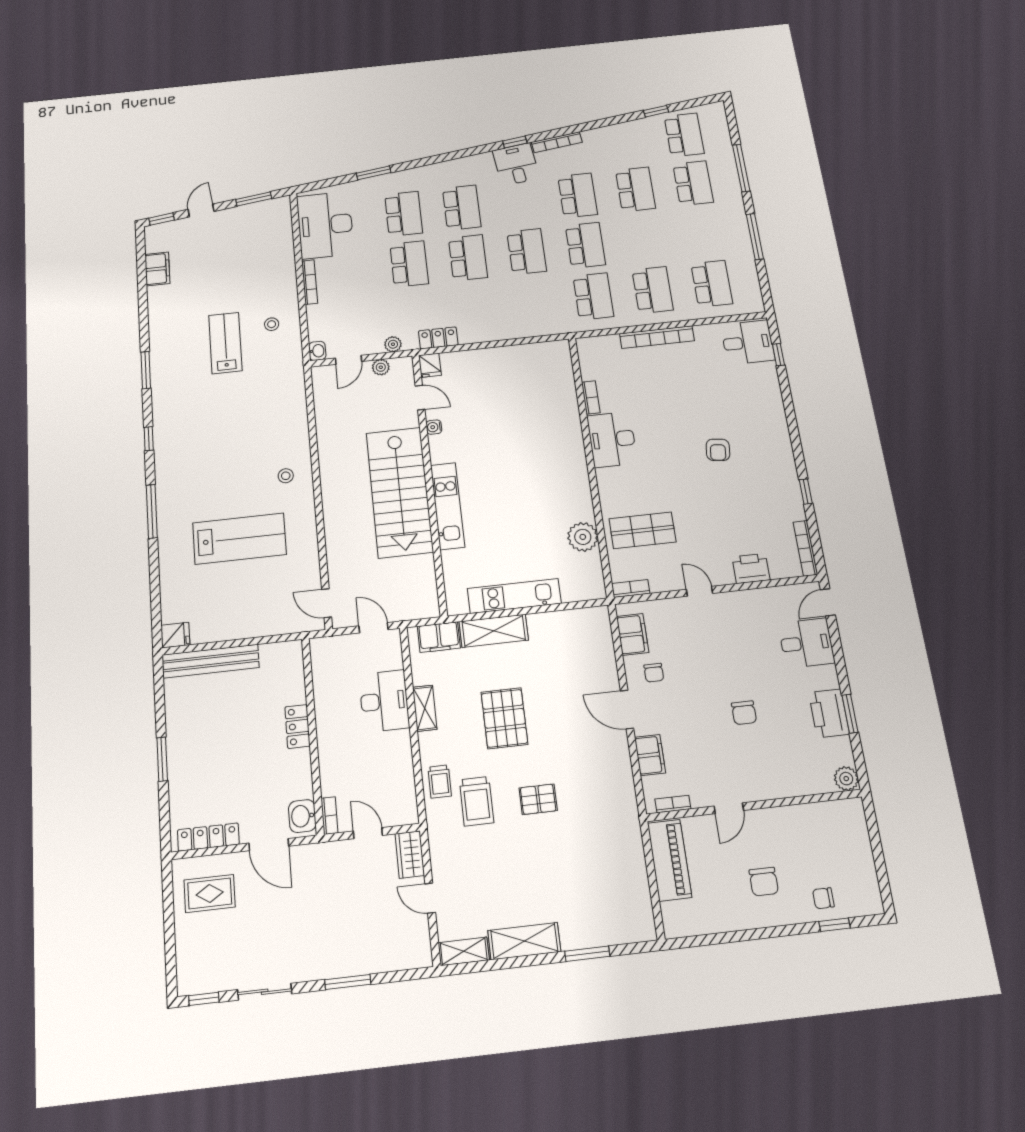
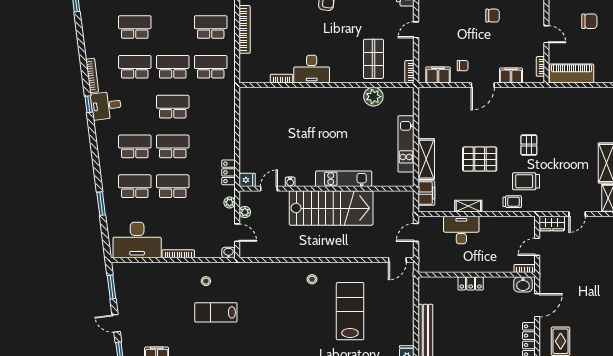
trolley: (477, 801) -> (526, 181), turned 180

